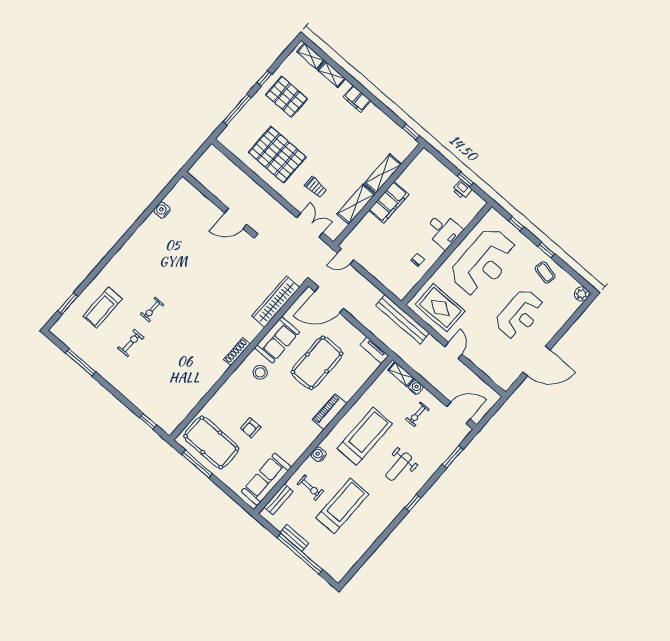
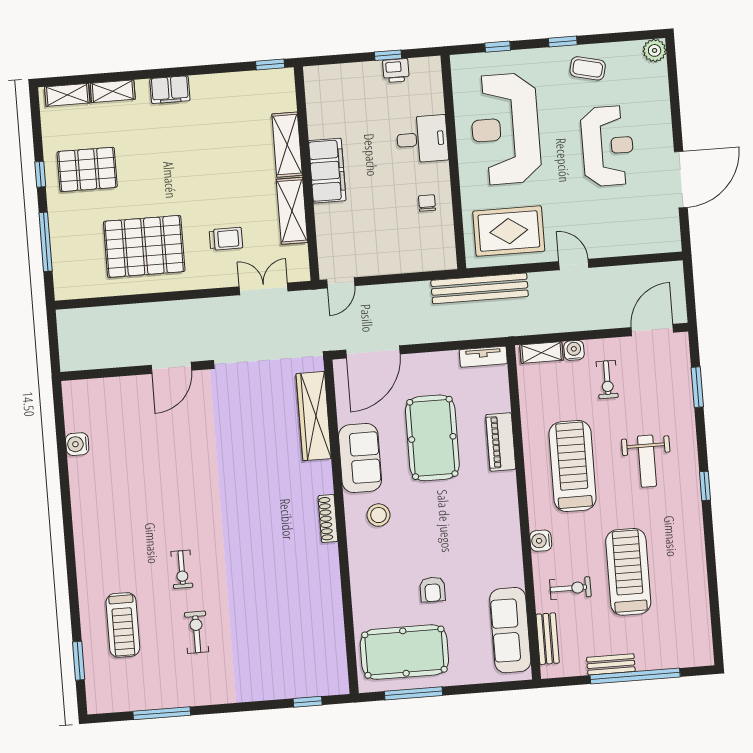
reception desk: (483, 262) -> (505, 129), turned 180
piano: (329, 412) -> (501, 442), moved

